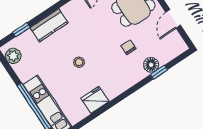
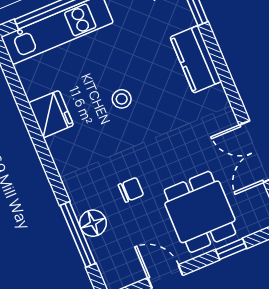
window: (159, 72) -> (78, 234), width x2.17

